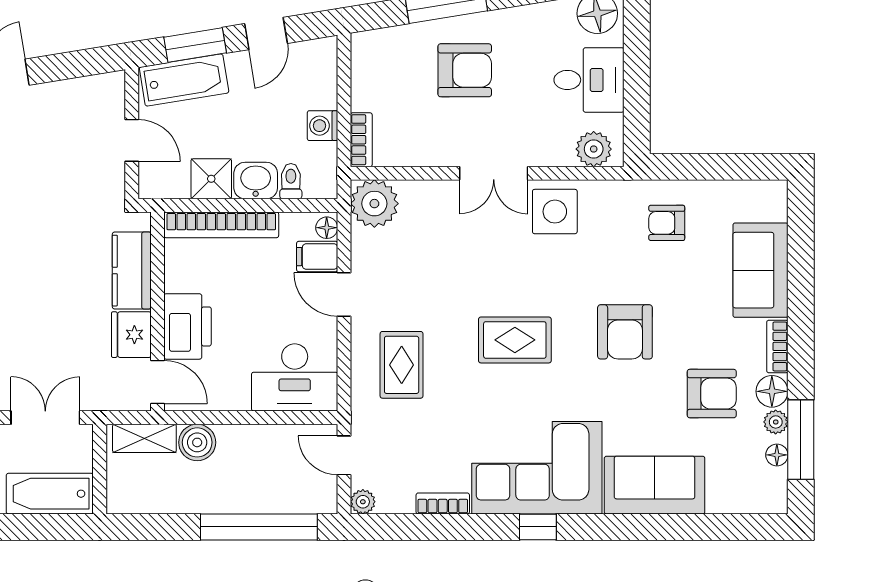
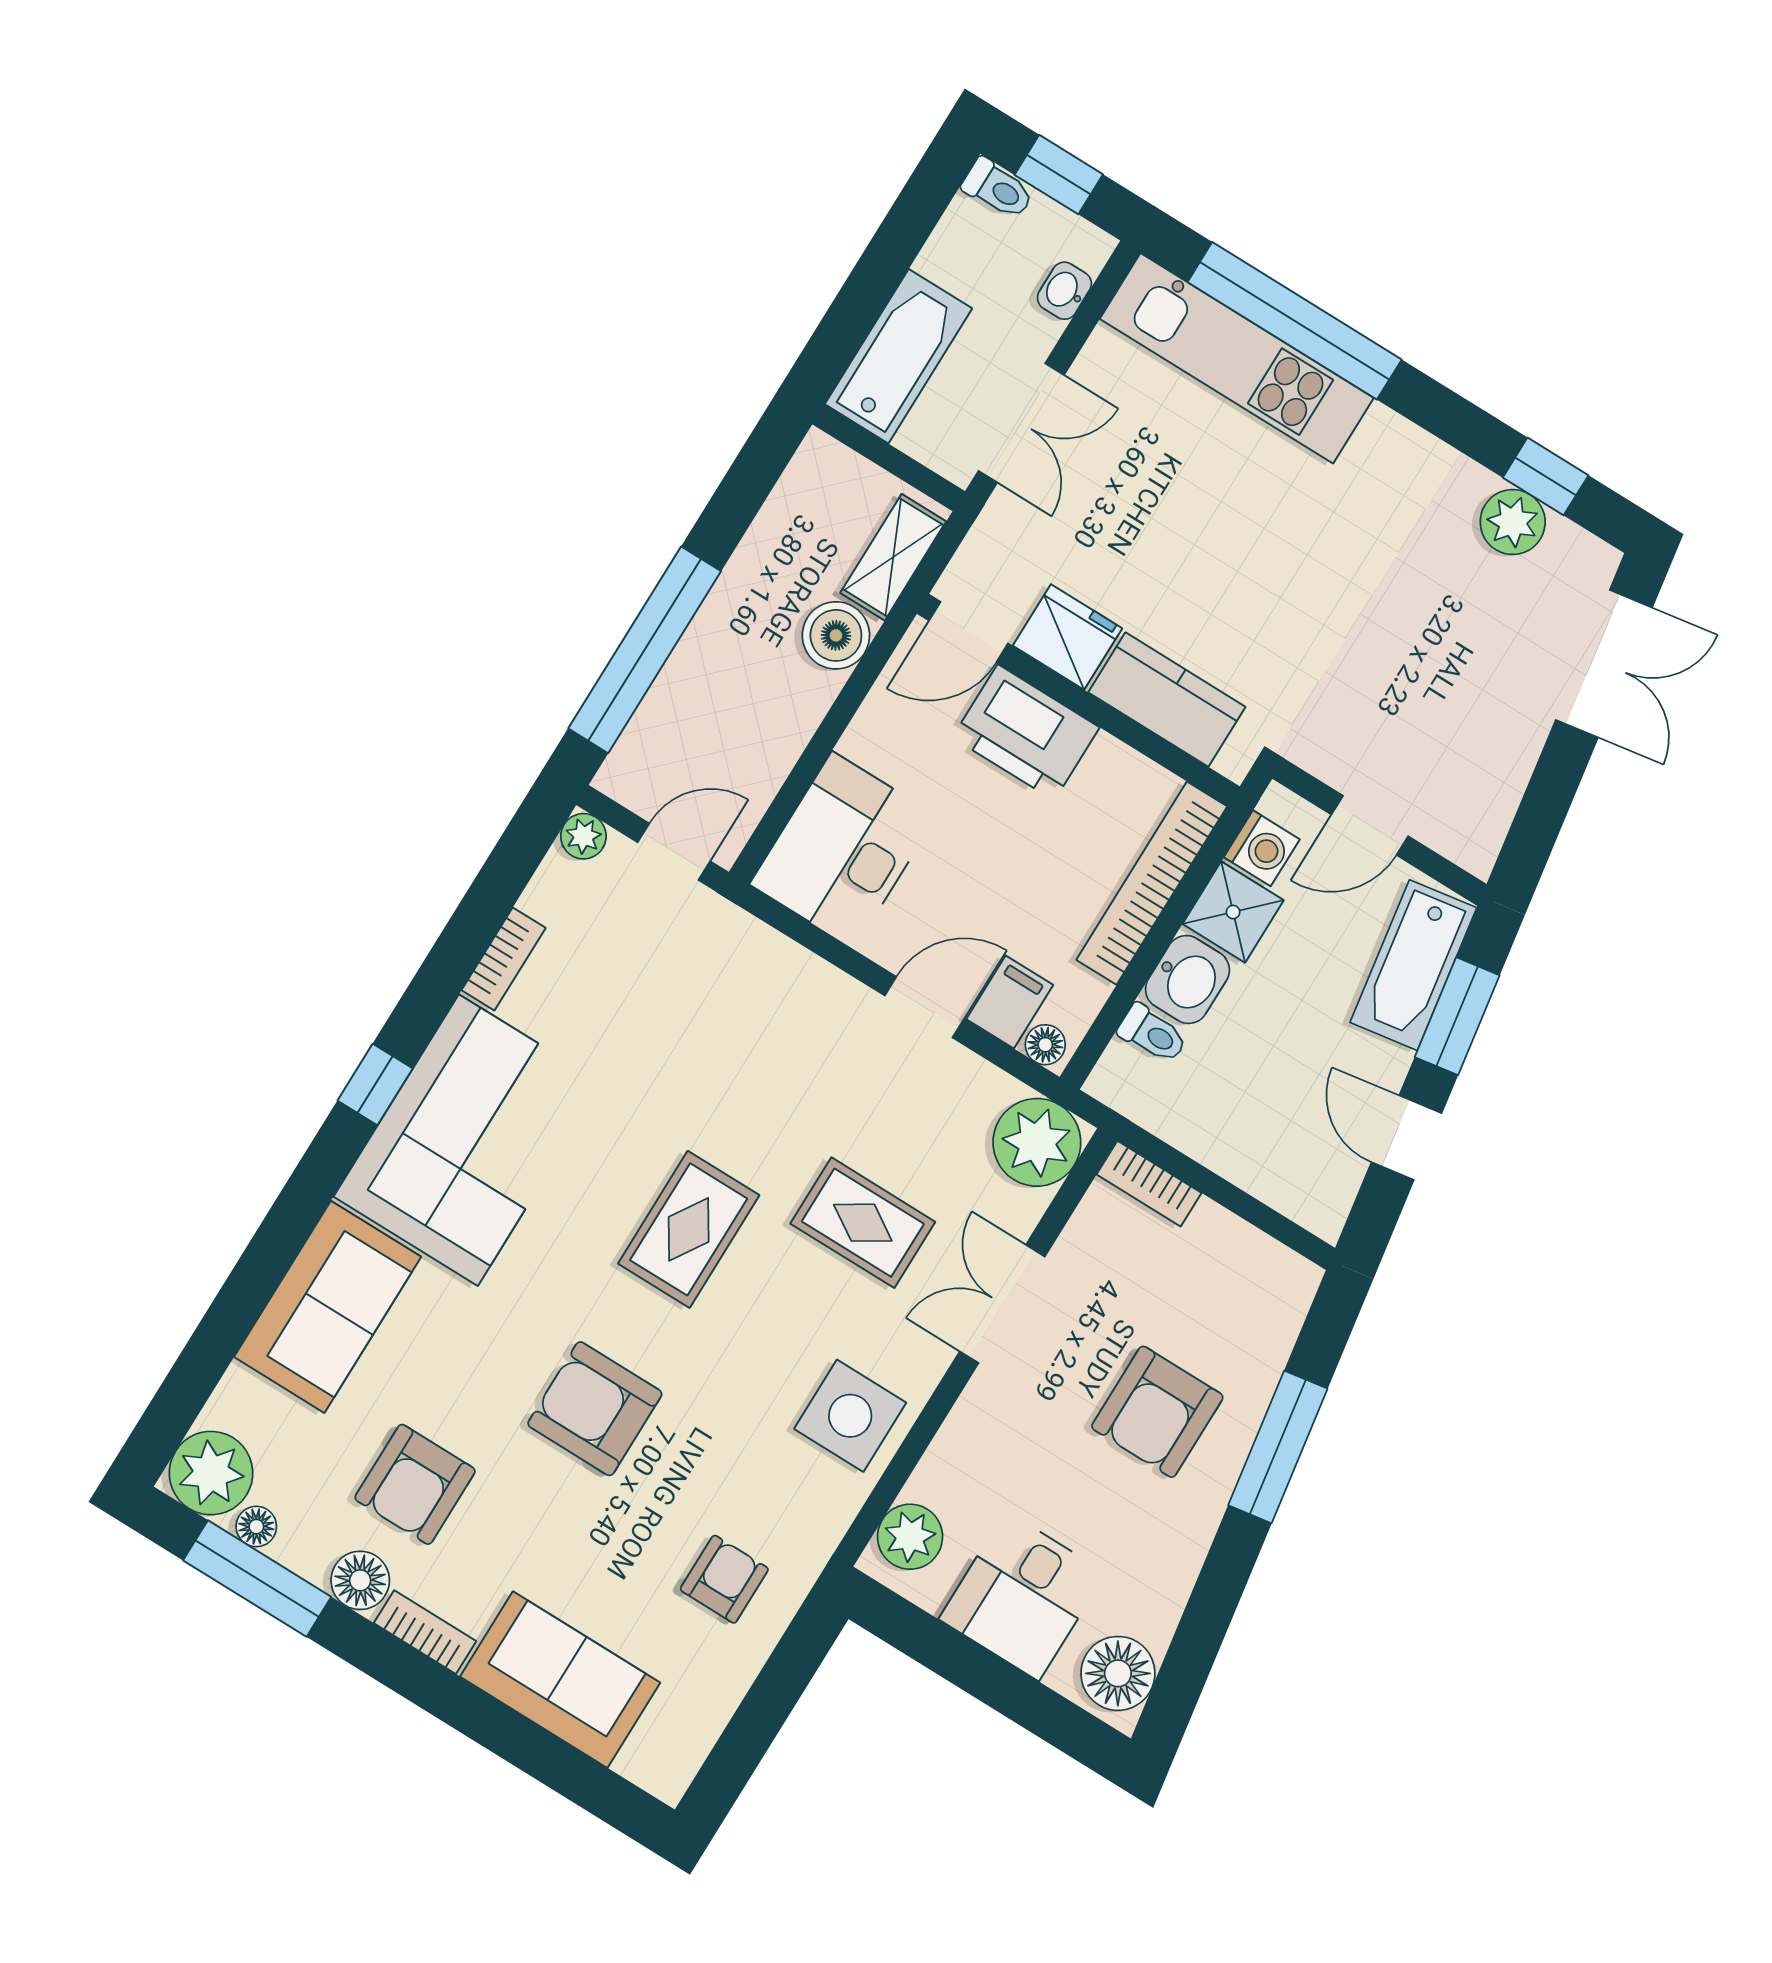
washing machine: (323, 126) -> (1262, 848), moved, turned 90
double door: (494, 173) -> (1002, 1304), moved
rug: (402, 365) -> (863, 1223), moved
plant: (776, 422) -> (211, 1473), moved, width x1.88, depth x1.88

